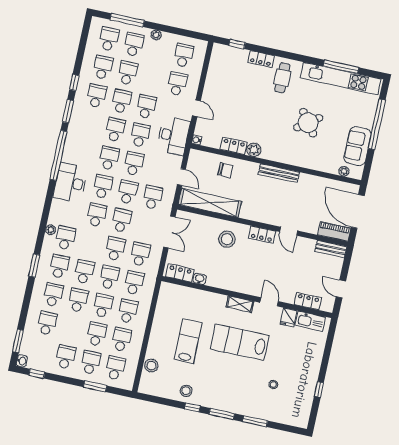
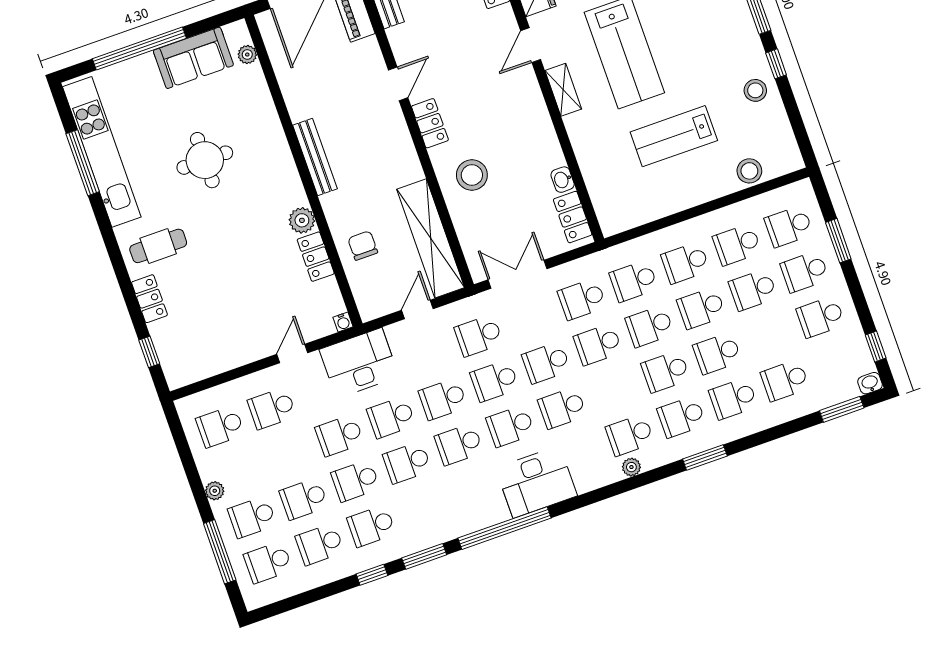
round table: (308, 123) -> (205, 160), turned 36

